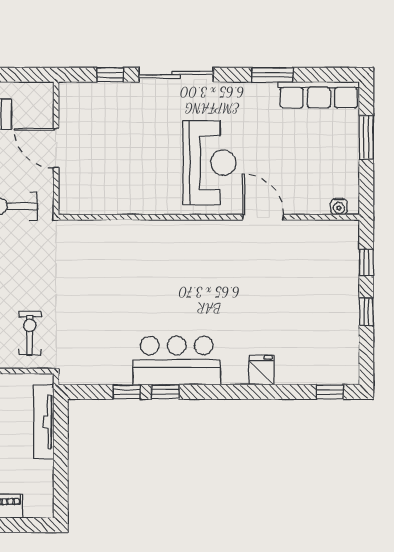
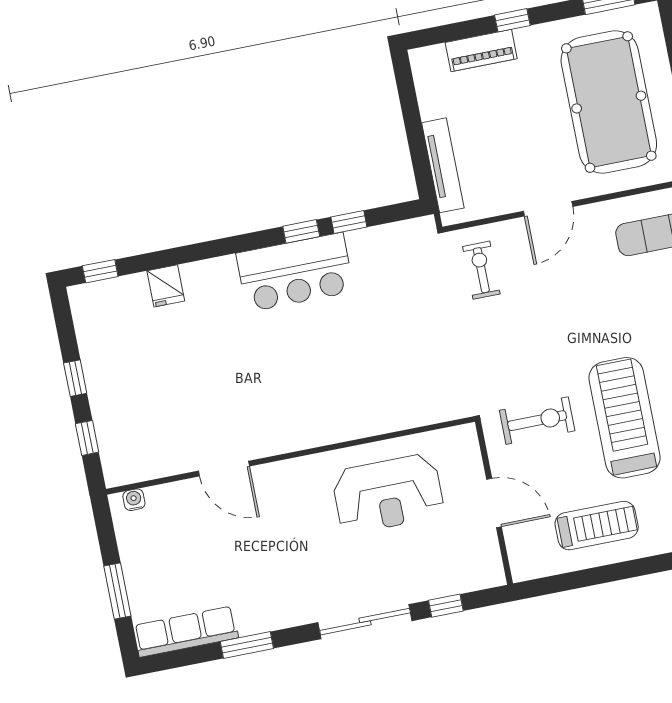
reception desk: (210, 163) -> (388, 494), moved, turned -90
exercise bike: (30, 333) -> (481, 270), turned 180
fridge: (261, 370) -> (166, 286), moved

